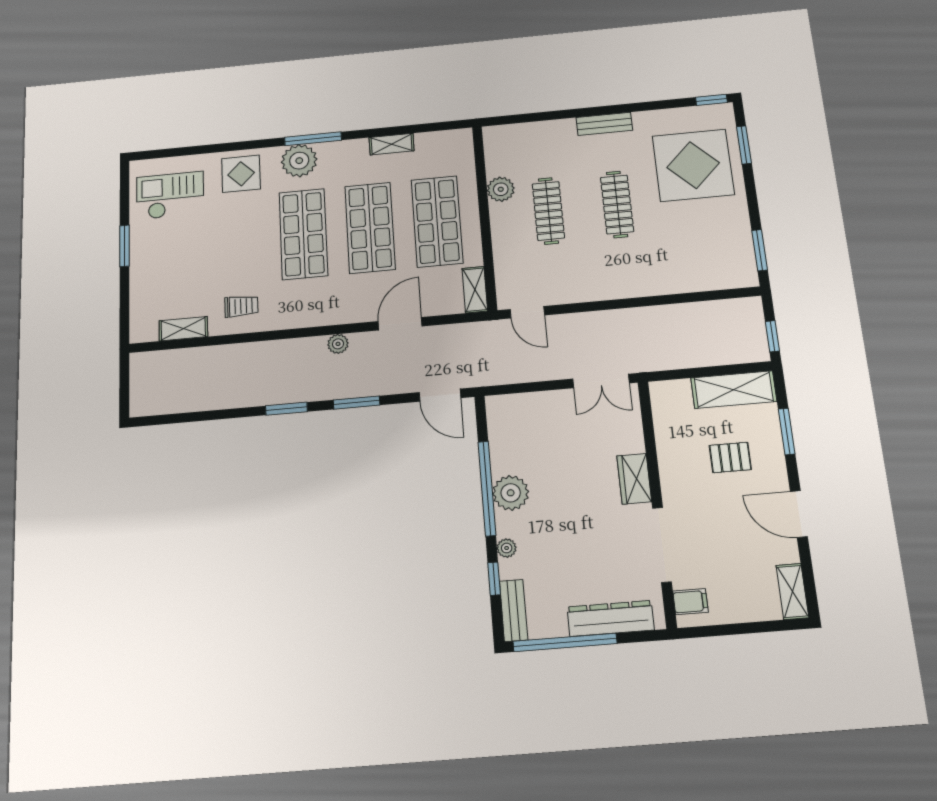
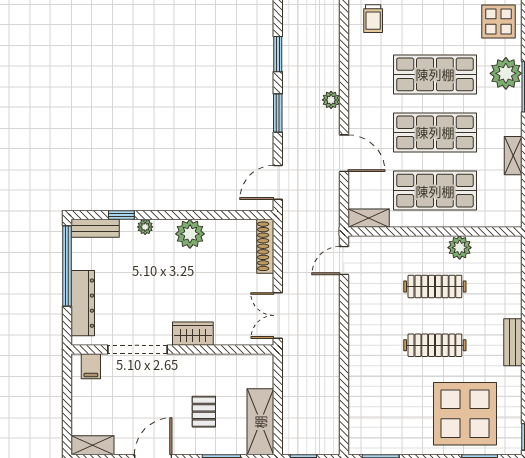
shoe rack: (518, 403) -> (265, 246), added
window: (487, 488) -> (195, 215), removed

